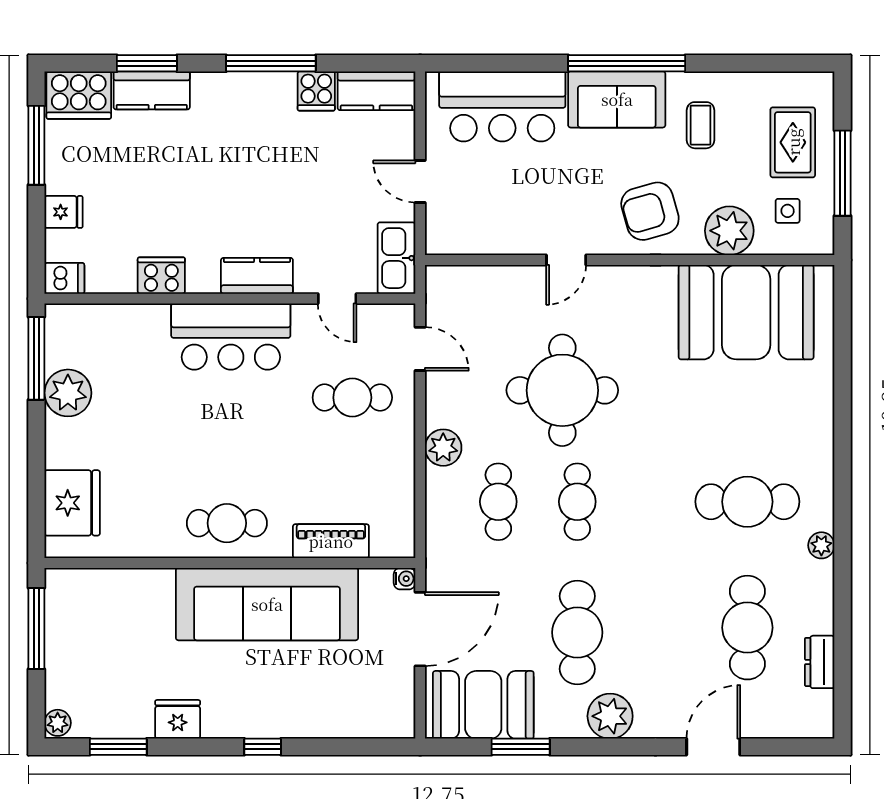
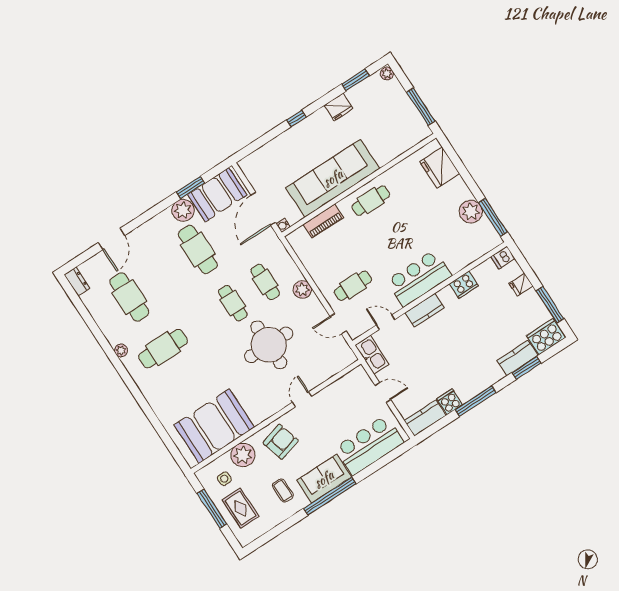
dresser: (820, 662) -> (77, 281), moved
plant: (610, 716) -> (183, 210), moved

